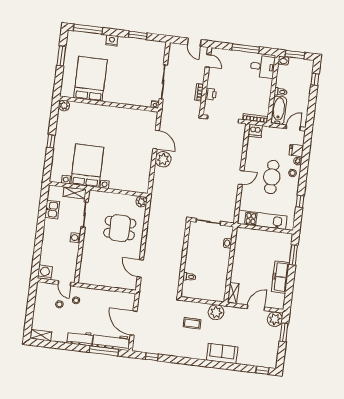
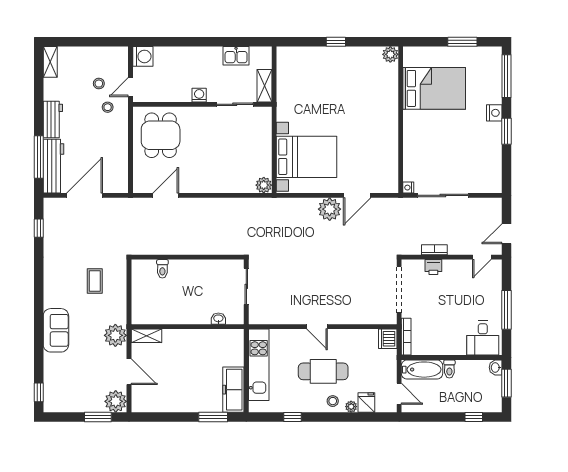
window: (138, 35) -> (506, 131), moved
bed with nightstands: (87, 166) -> (306, 157), moved
dining table: (120, 228) -> (161, 135), moved
freezer: (280, 277) -> (233, 390), moved, turned -90
plant: (216, 312) -> (115, 335), moved

